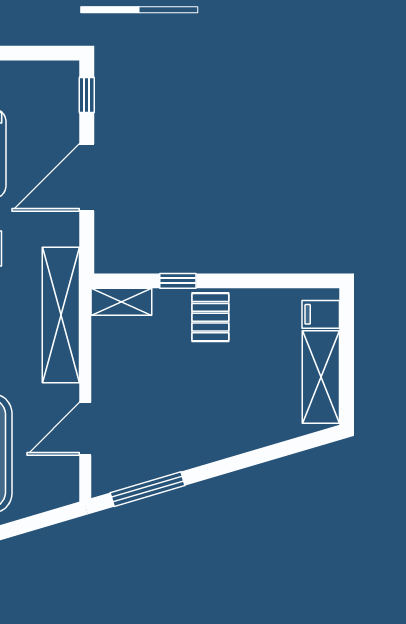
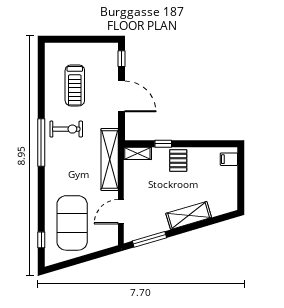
door: (87, 177) -> (122, 96), swing flipped
shelving: (321, 377) -> (189, 215), moved, turned 74

